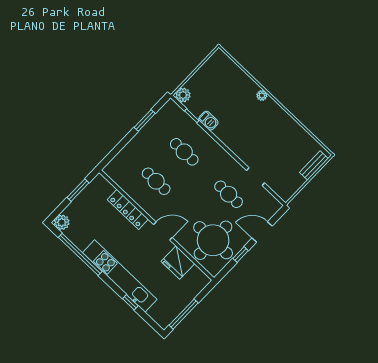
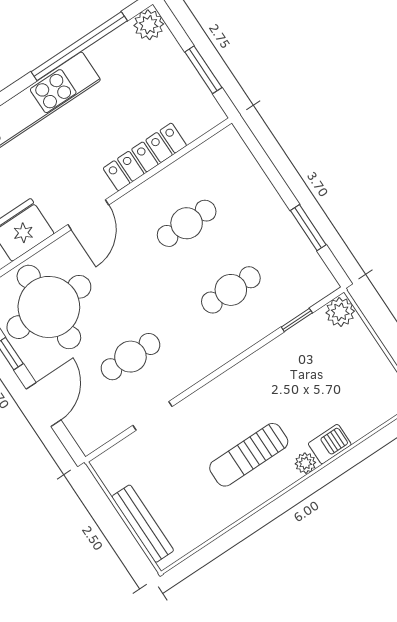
barbecue: (208, 121) -> (330, 444), moved, turned 180
sun lounger: (264, 124) -> (249, 455), added
bench: (314, 165) -> (143, 524), width x1.36

